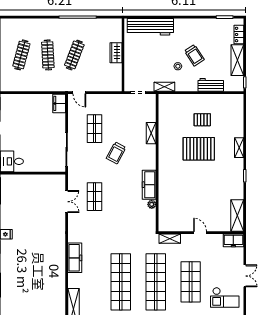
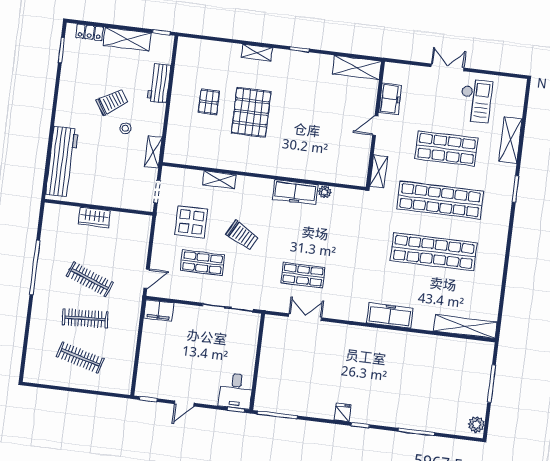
display table: (121, 118) -> (191, 222), added
freezer: (233, 240) -> (390, 99), moved

